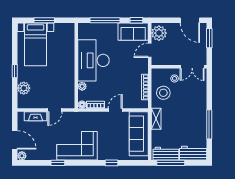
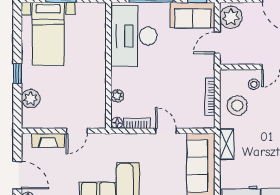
desk: (94, 60) -> (134, 36), moved
door: (115, 110) -> (166, 131), hinge flipped

